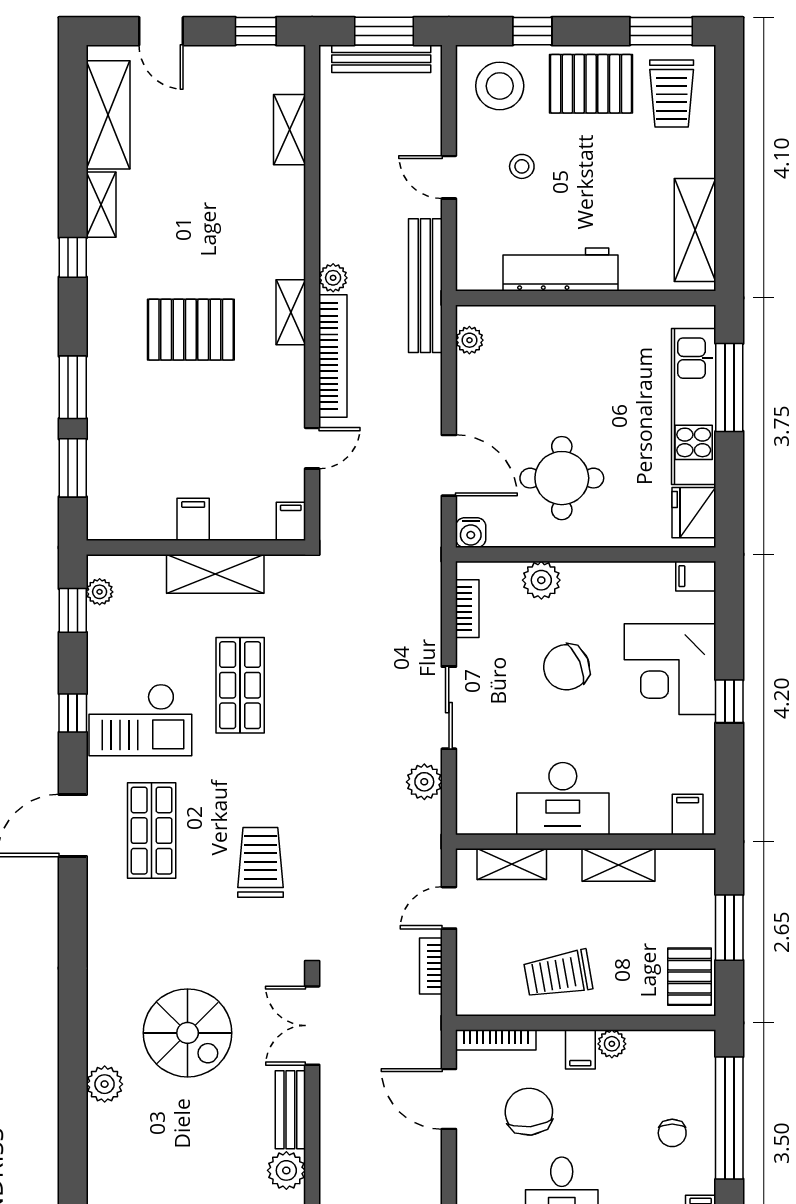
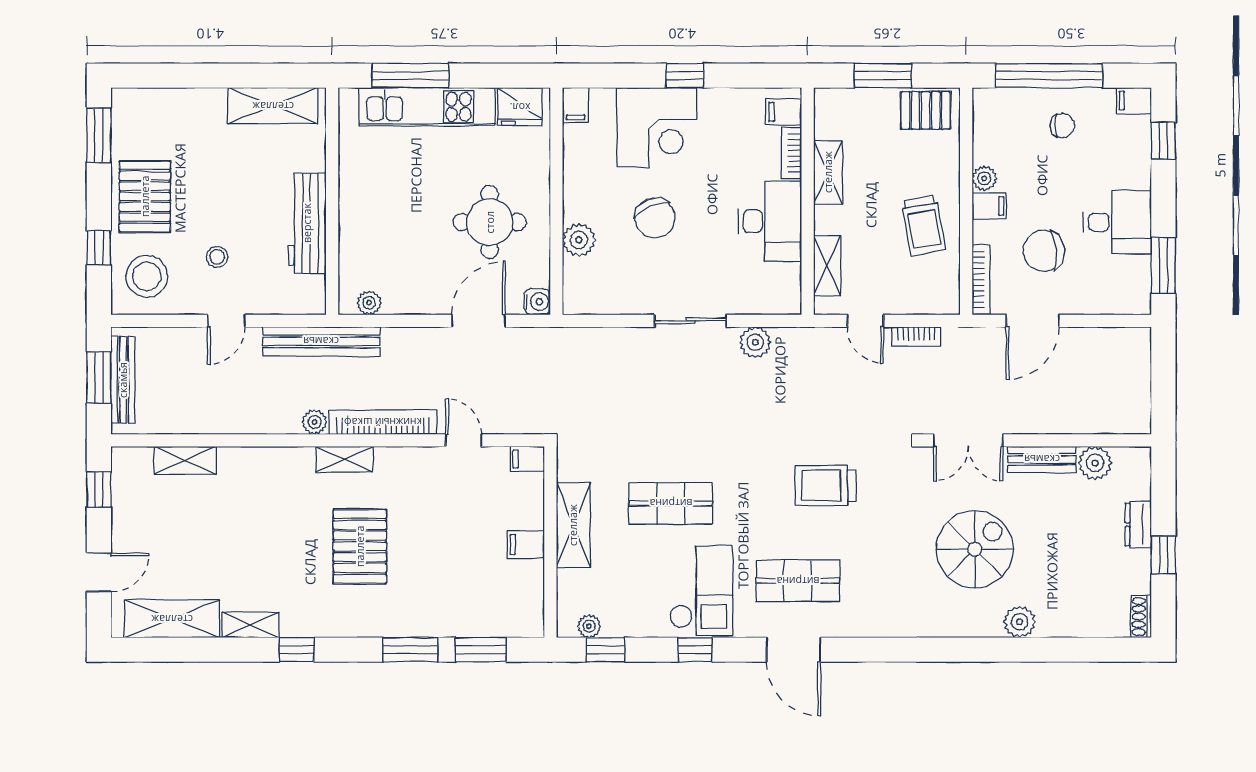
trolley: (672, 93) -> (153, 126), removed
bookcase: (467, 609) -> (791, 153), moved, turned -90

